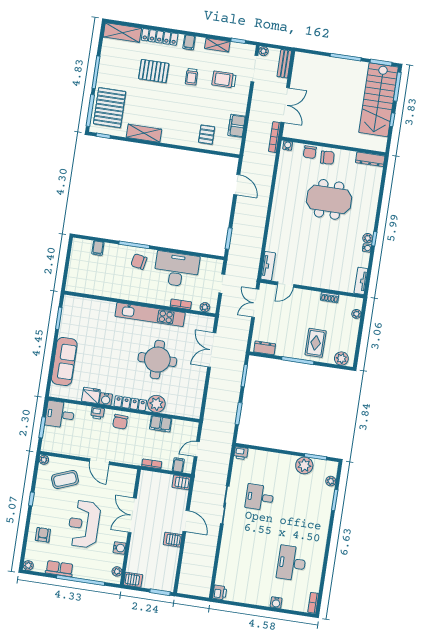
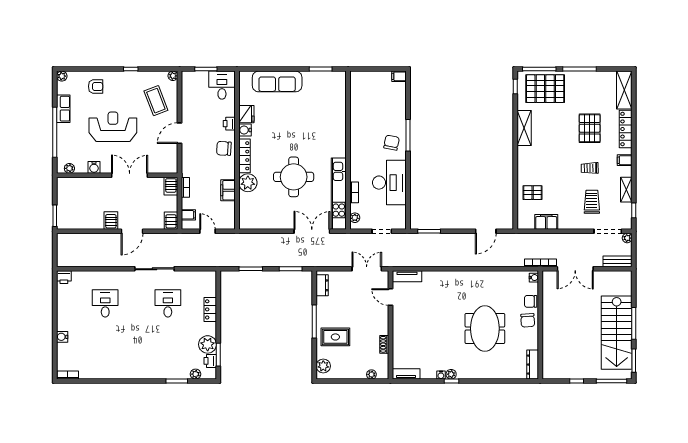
stairs: (379, 100) -> (617, 333), moved, turned -90
filing cabinet: (98, 248) -> (399, 76), moved
kitchen unit: (150, 314) -> (339, 194), moved
printer: (241, 453) -> (210, 361), moved
locker: (271, 458) -> (210, 309), added
desk: (292, 563) -> (105, 303), moved, width x0.73
server rack: (133, 580) -> (171, 186), moved

